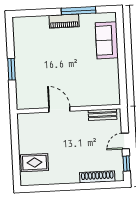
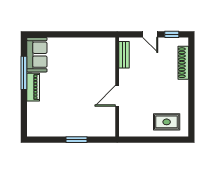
sofa: (107, 40) -> (37, 55), moved, turned -90
rug: (35, 163) -> (167, 122), turned 90

